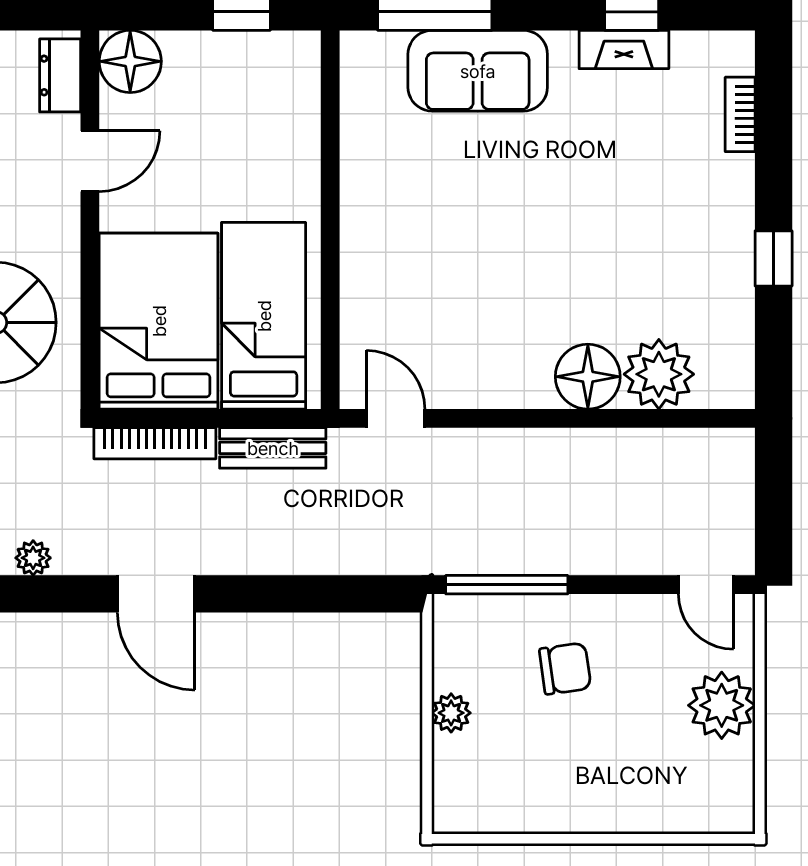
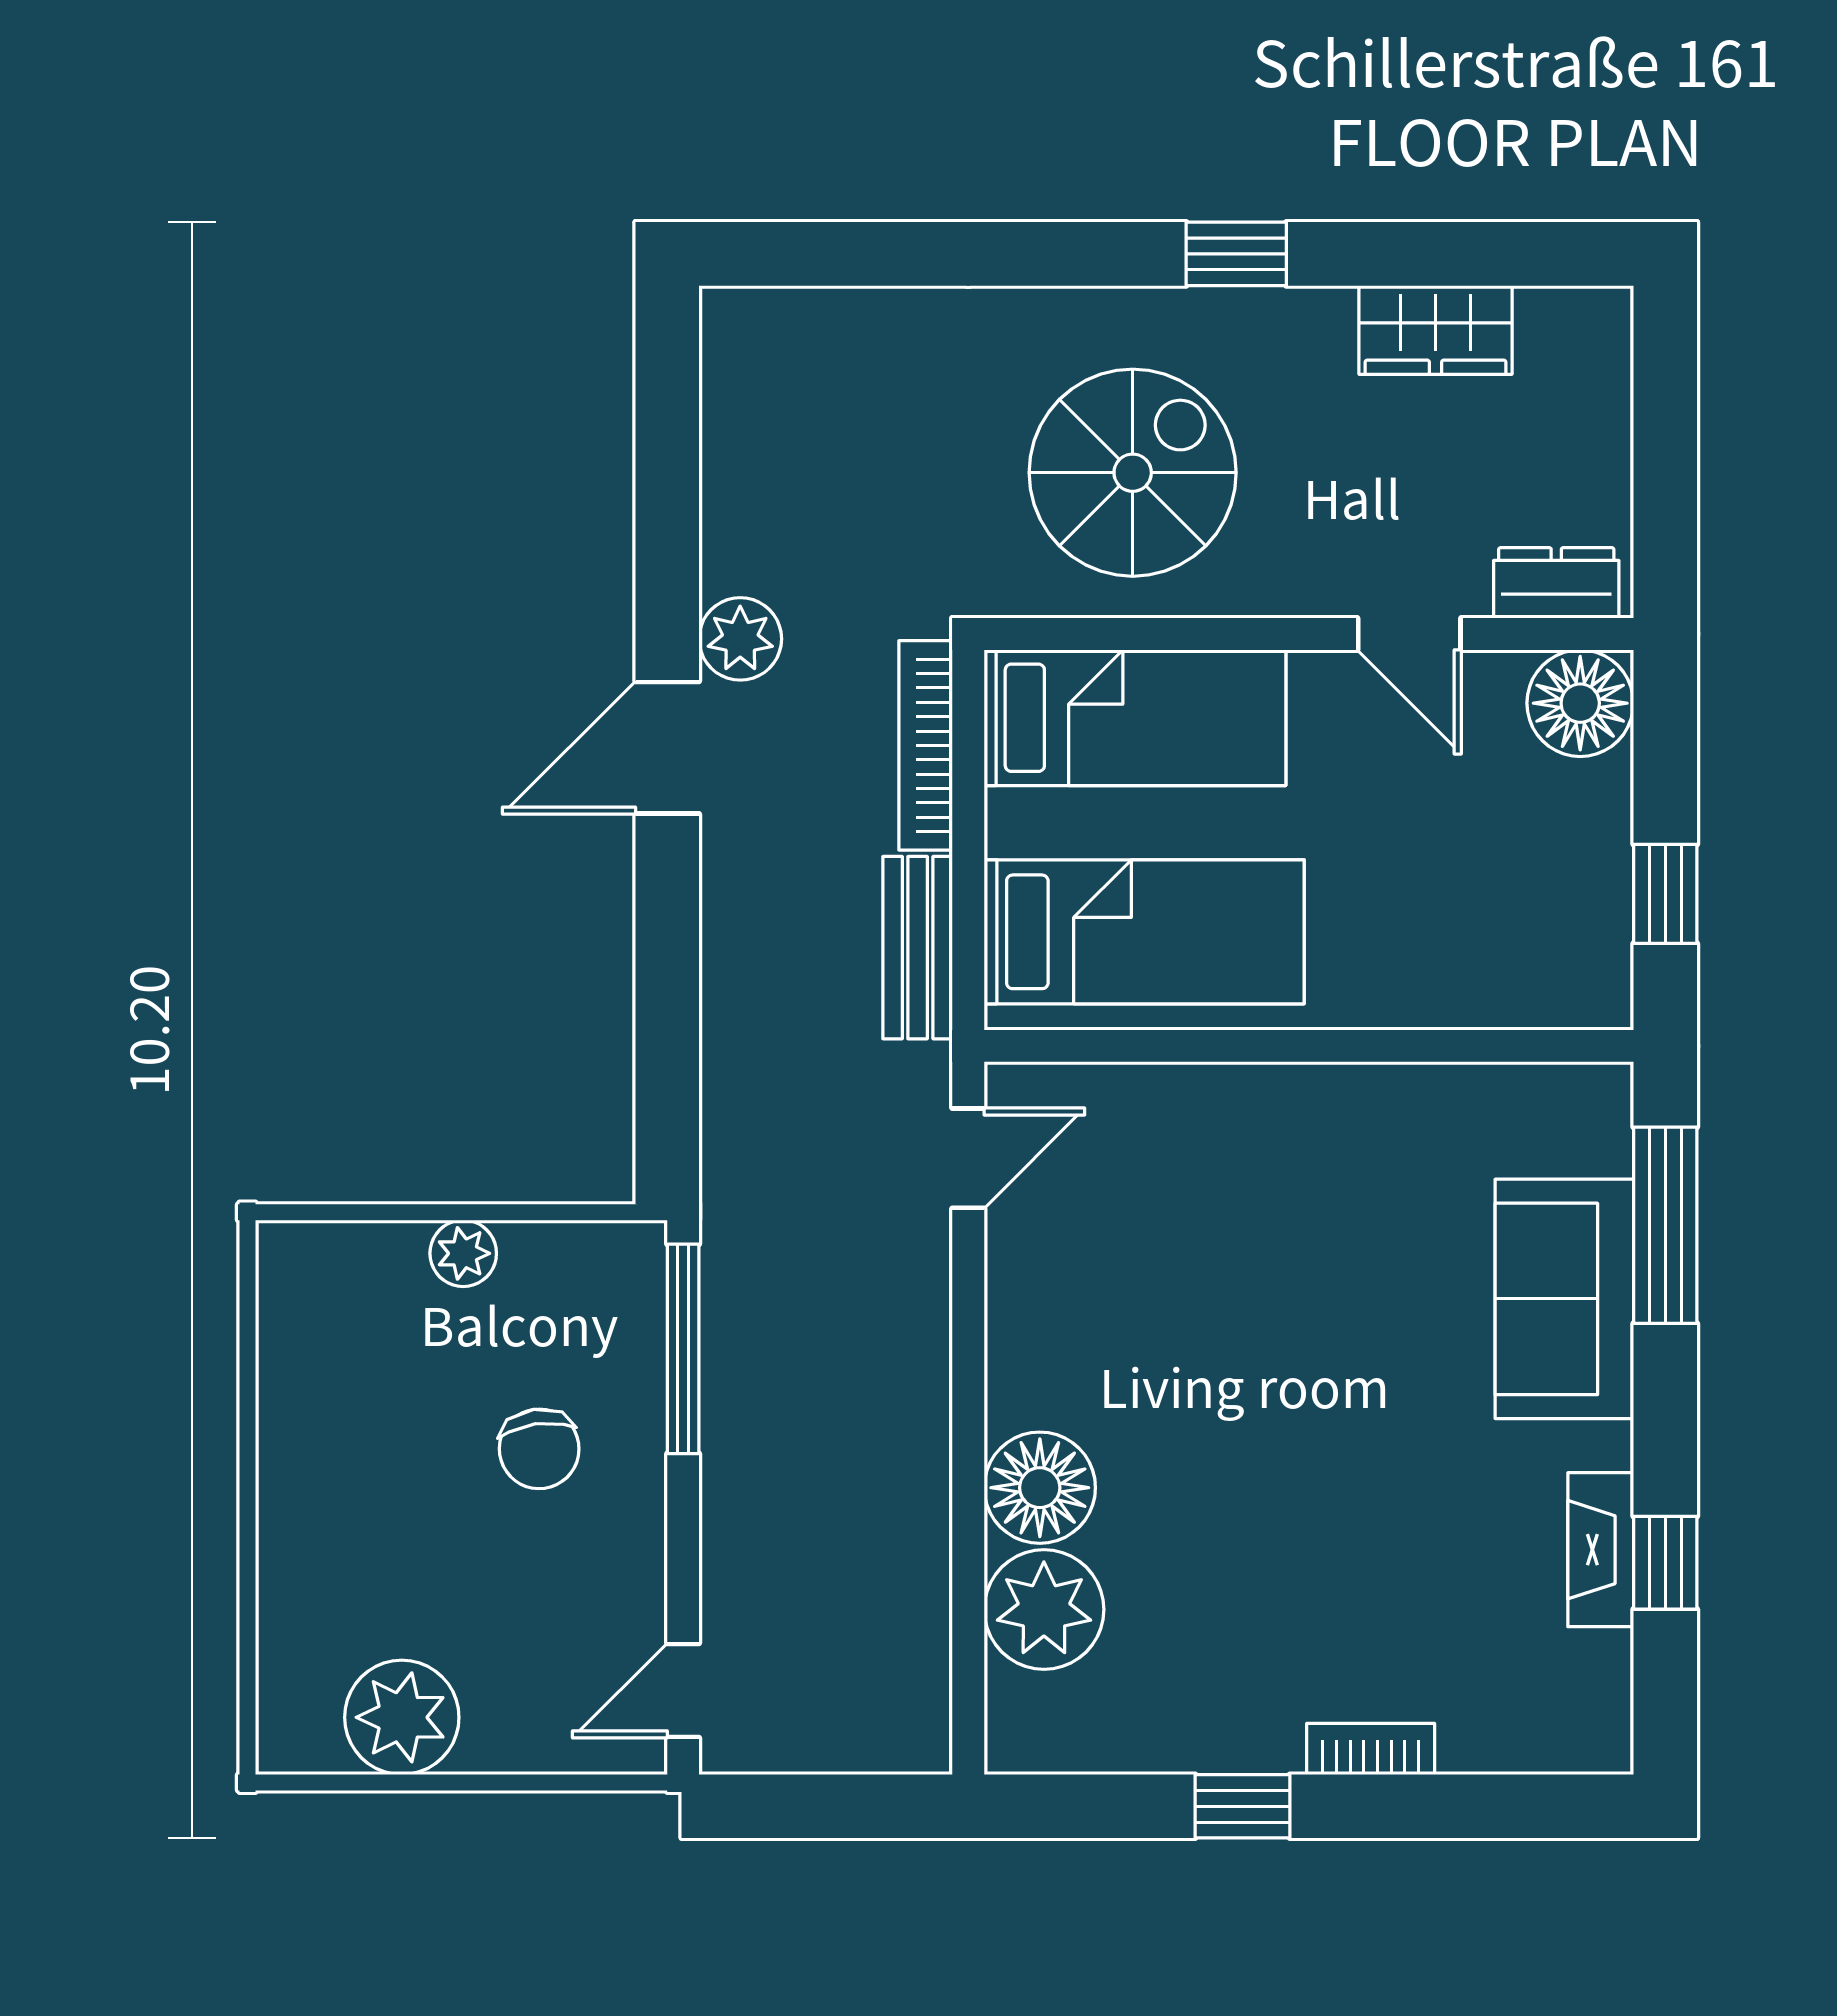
bookcase: (740, 114) -> (1371, 1749), moved
bed: (159, 321) -> (1135, 718), width x0.67
plant: (33, 558) -> (740, 639), moved, width x1.38, depth x1.38
plant: (722, 705) -> (402, 1717), moved

